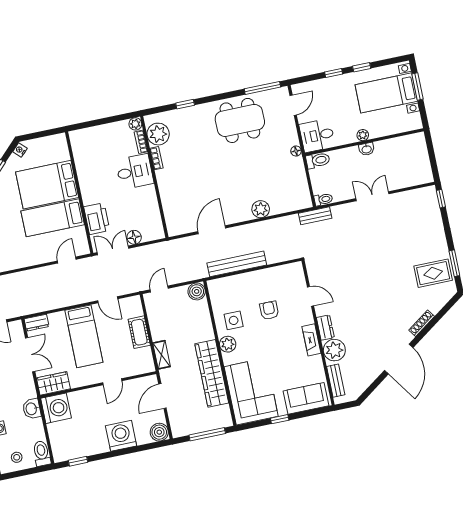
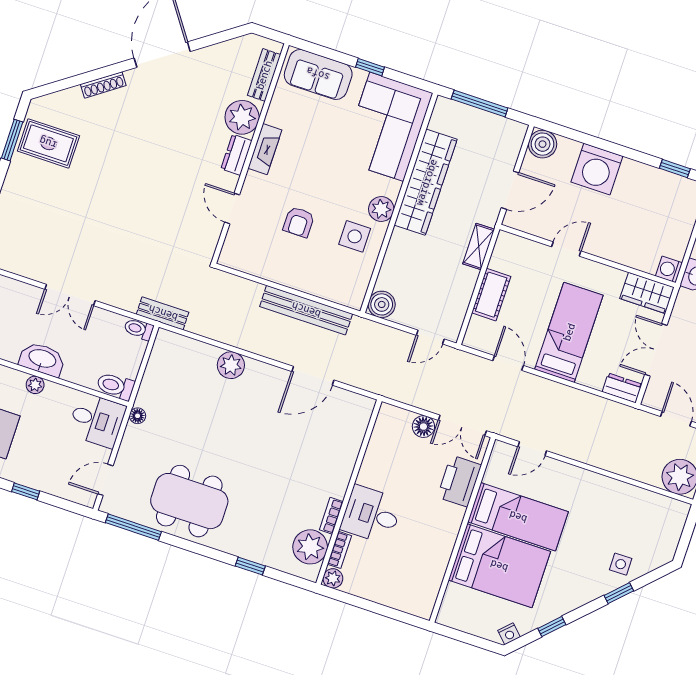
washbasin: (367, 149) -> (42, 359), width x1.91, depth x1.45
washing machine: (56, 408) -> (669, 269), width x0.53, depth x0.53

